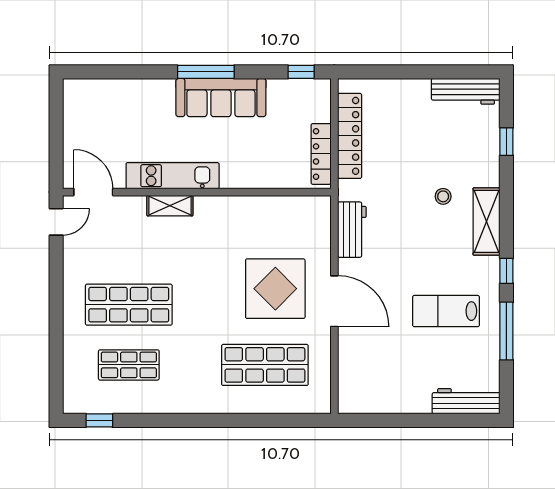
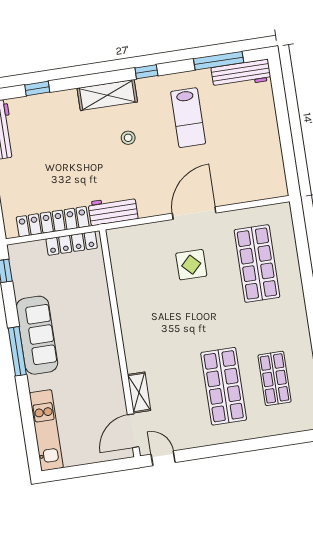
kitchen unit: (173, 176) -> (46, 430), moved, turned 180
stool: (443, 196) -> (128, 138), moved
shelving: (170, 206) -> (139, 392), moved
workbench: (352, 230) -> (113, 210), moved
display table: (275, 289) -> (191, 265), width x0.54, depth x0.54
window: (506, 331) -> (219, 61), moved
workbench: (466, 401) -> (241, 74), moved, turned -90

